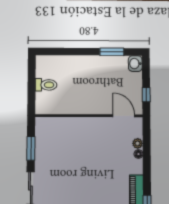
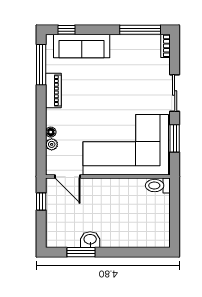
washbasin: (135, 64) -> (90, 240), moved, turned -90
toilet: (46, 85) -> (158, 186), moved
corner sofa: (74, 143) -> (126, 145), added

